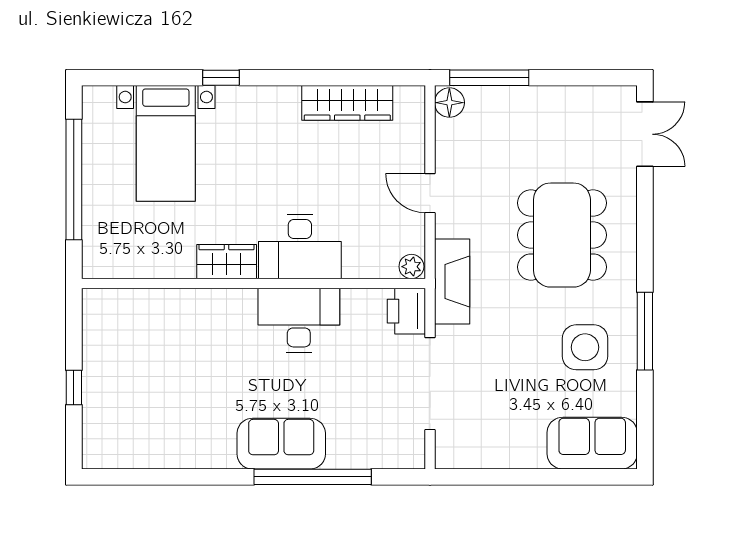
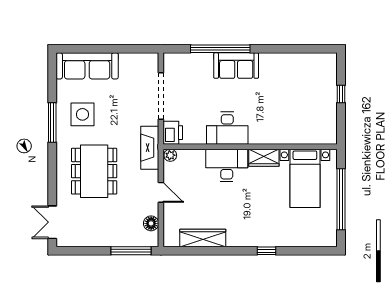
floor lamp: (449, 103) -> (151, 223), moved
bed with nightstands: (166, 143) -> (305, 178), moved, turned 180
sofa: (592, 443) -> (87, 66), width x1.36

